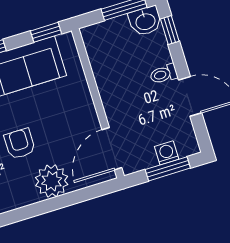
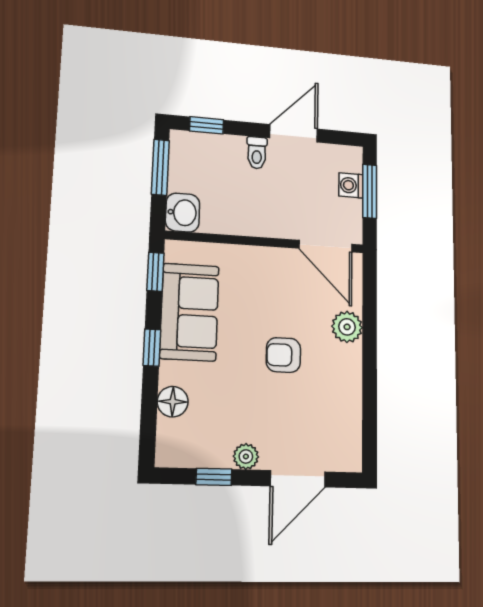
washbasin: (145, 21) -> (183, 213), moved
plant: (52, 181) -> (347, 327), width x0.73, depth x0.73

